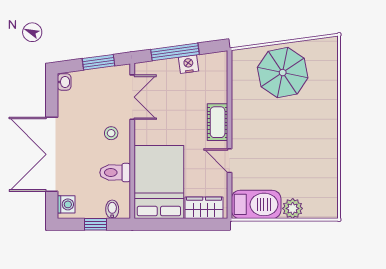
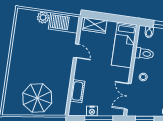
cot: (218, 122) -> (77, 91), moved
bed: (159, 182) -> (124, 45), width x0.67

